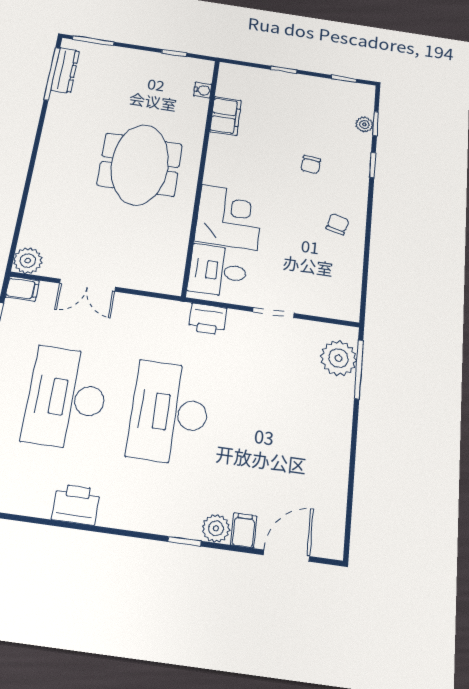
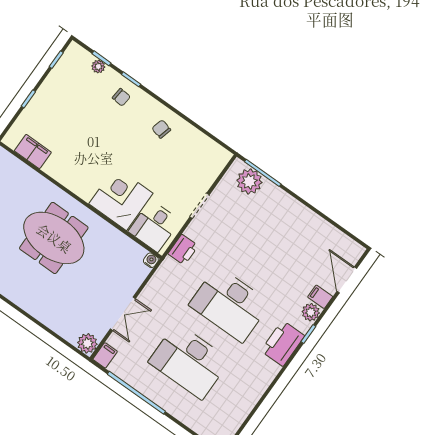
water cooler: (203, 90) -> (151, 260), moved
filing cabinet: (226, 116) -> (33, 151), moved
chair: (311, 165) -> (121, 97), moved
printer: (76, 504) -> (283, 343), moved, width x1.37, depth x1.19

